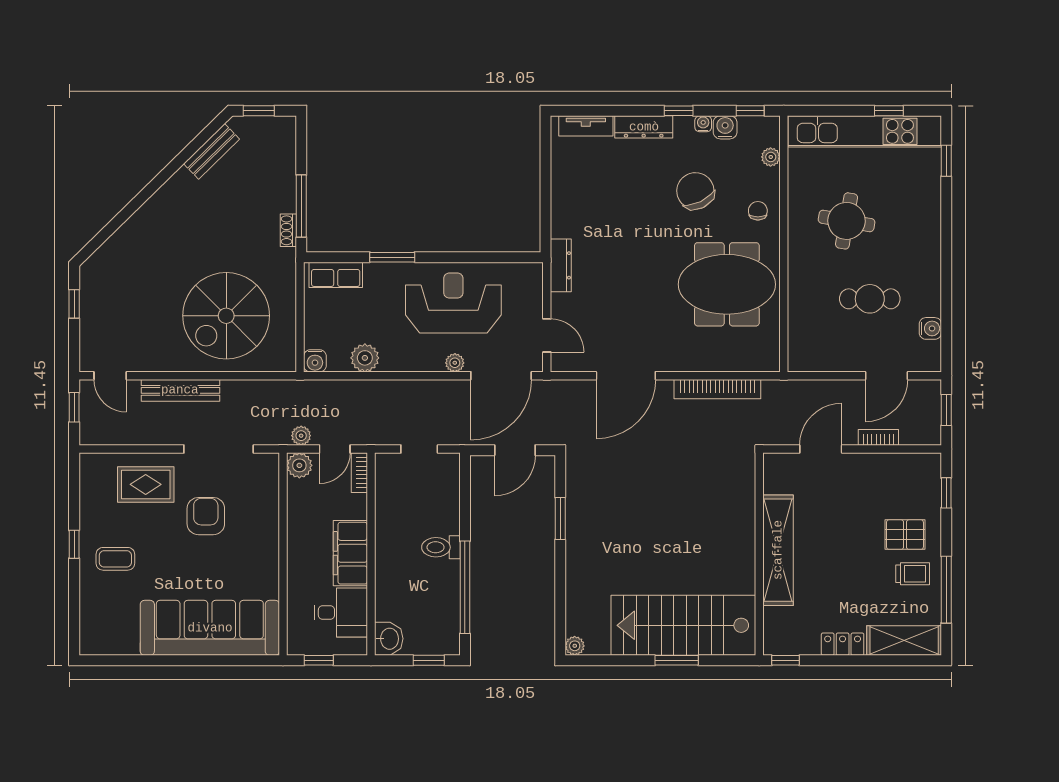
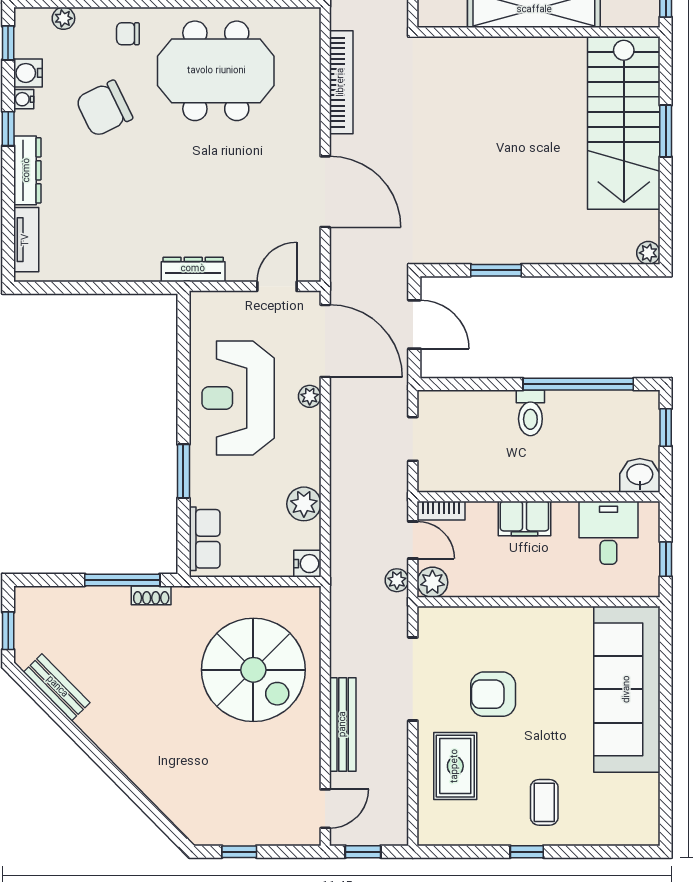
meeting table: (727, 284) -> (216, 71), turned 90
filing cabinet: (350, 553) -> (524, 518), width x0.67, depth x0.86

